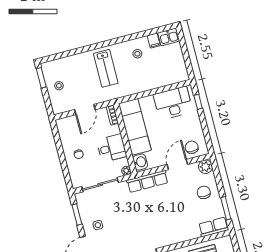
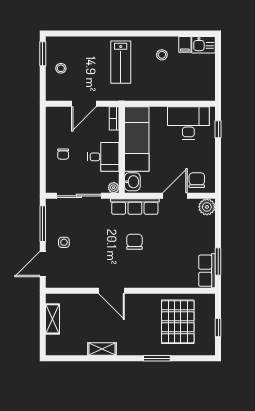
chair: (204, 192) -> (134, 242), moved
window: (77, 214) -> (43, 224), width x1.44
row of seats: (214, 227) -> (207, 271), moved, turned -90

